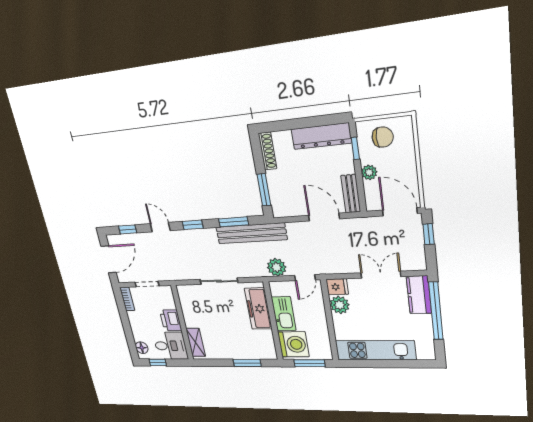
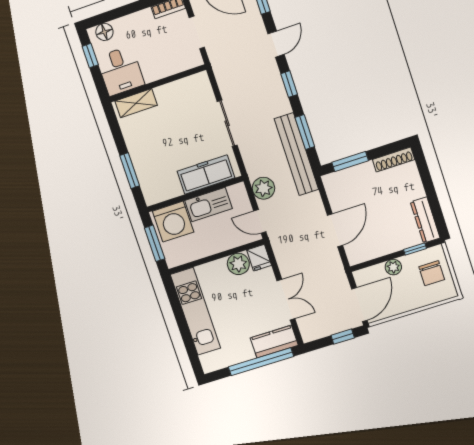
dresser: (321, 136) -> (425, 220), width x0.73, depth x0.80
bench: (351, 194) -> (367, 253), removed
printer: (171, 320) -> (156, 68), removed

